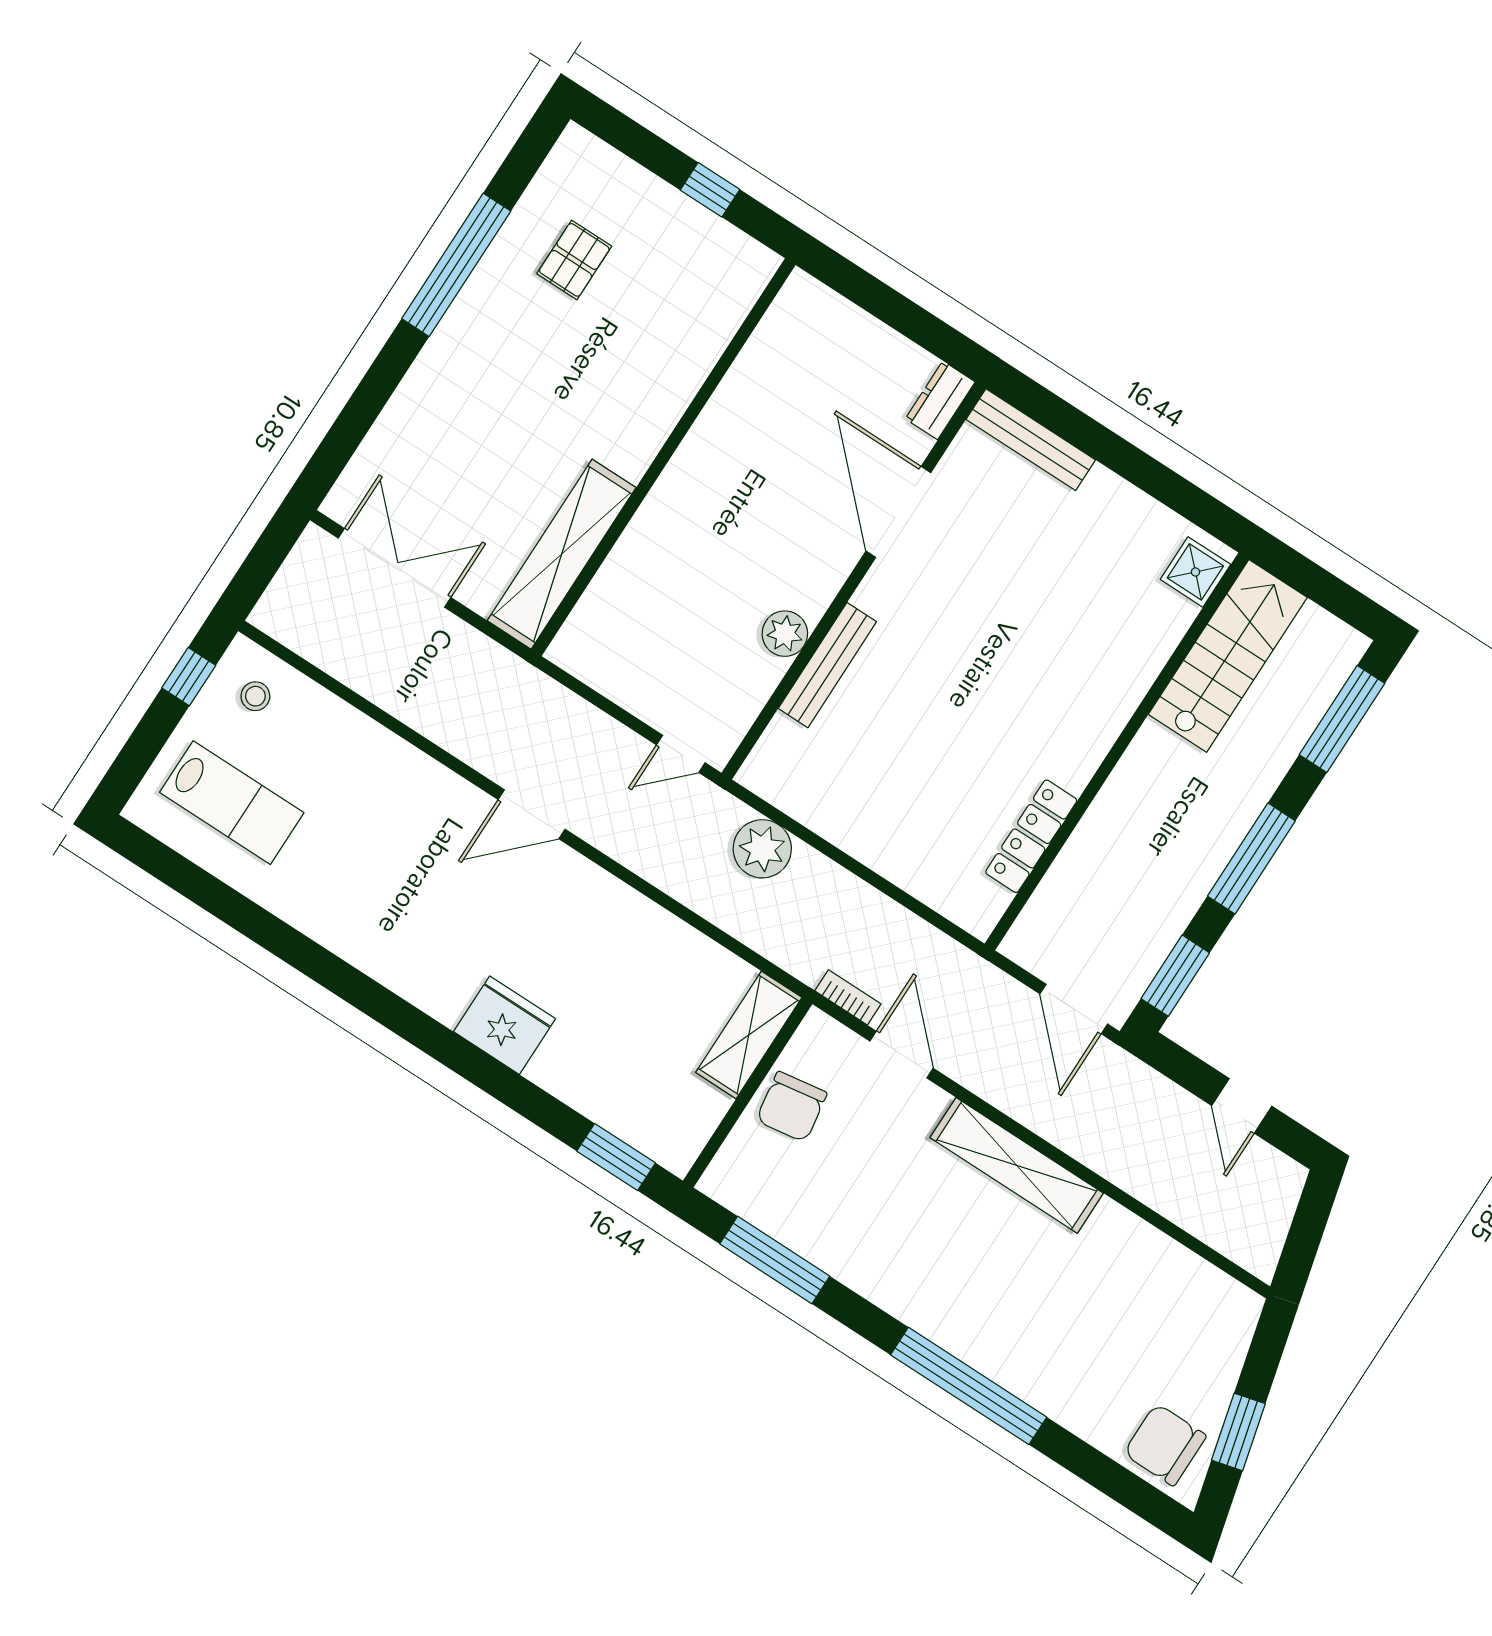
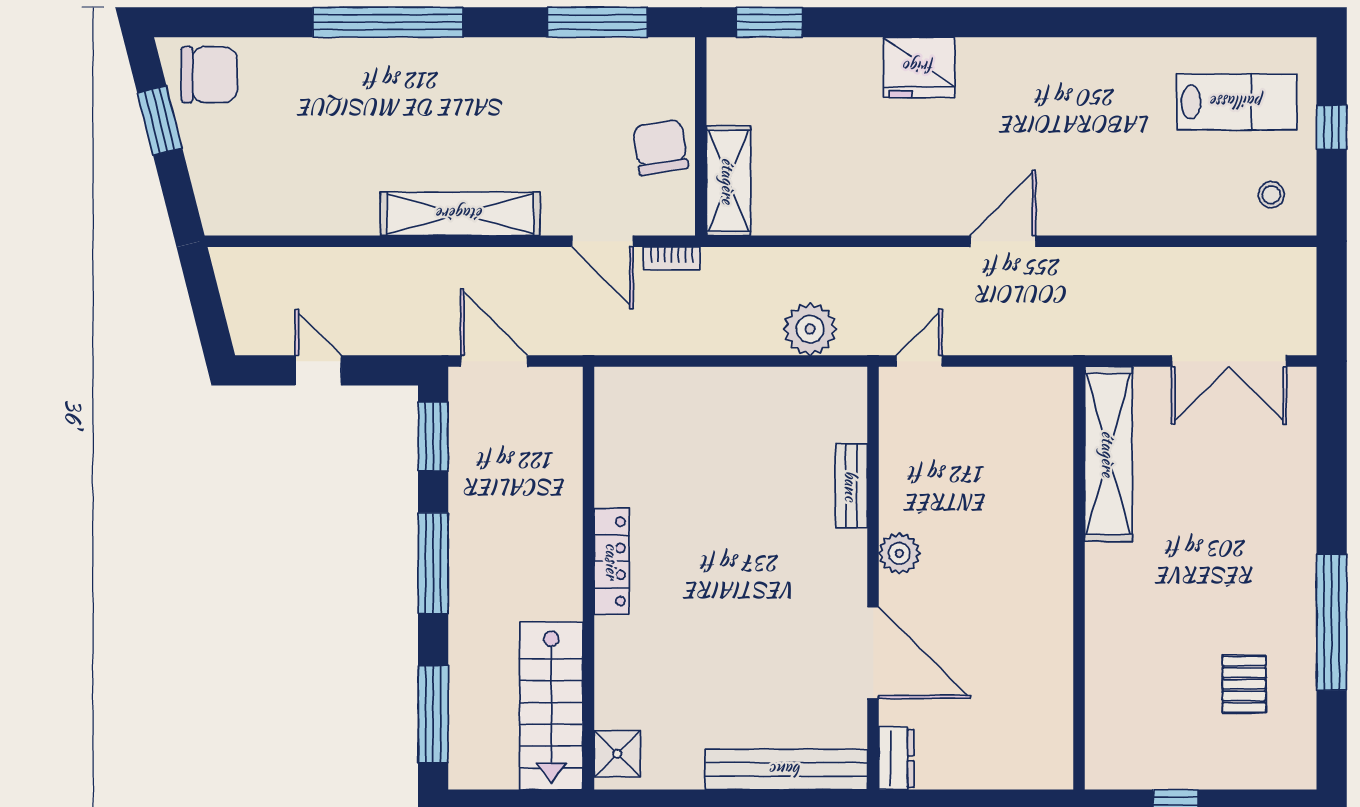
bench: (1031, 440) -> (786, 770), width x1.37, depth x1.21
plant: (785, 634) -> (899, 553), moved
bench: (827, 665) -> (851, 486), width x0.73
window: (189, 677) -> (1332, 127), moved
lab bench: (232, 803) -> (1237, 102), turned 180
locker: (1031, 836) -> (612, 561), moved

